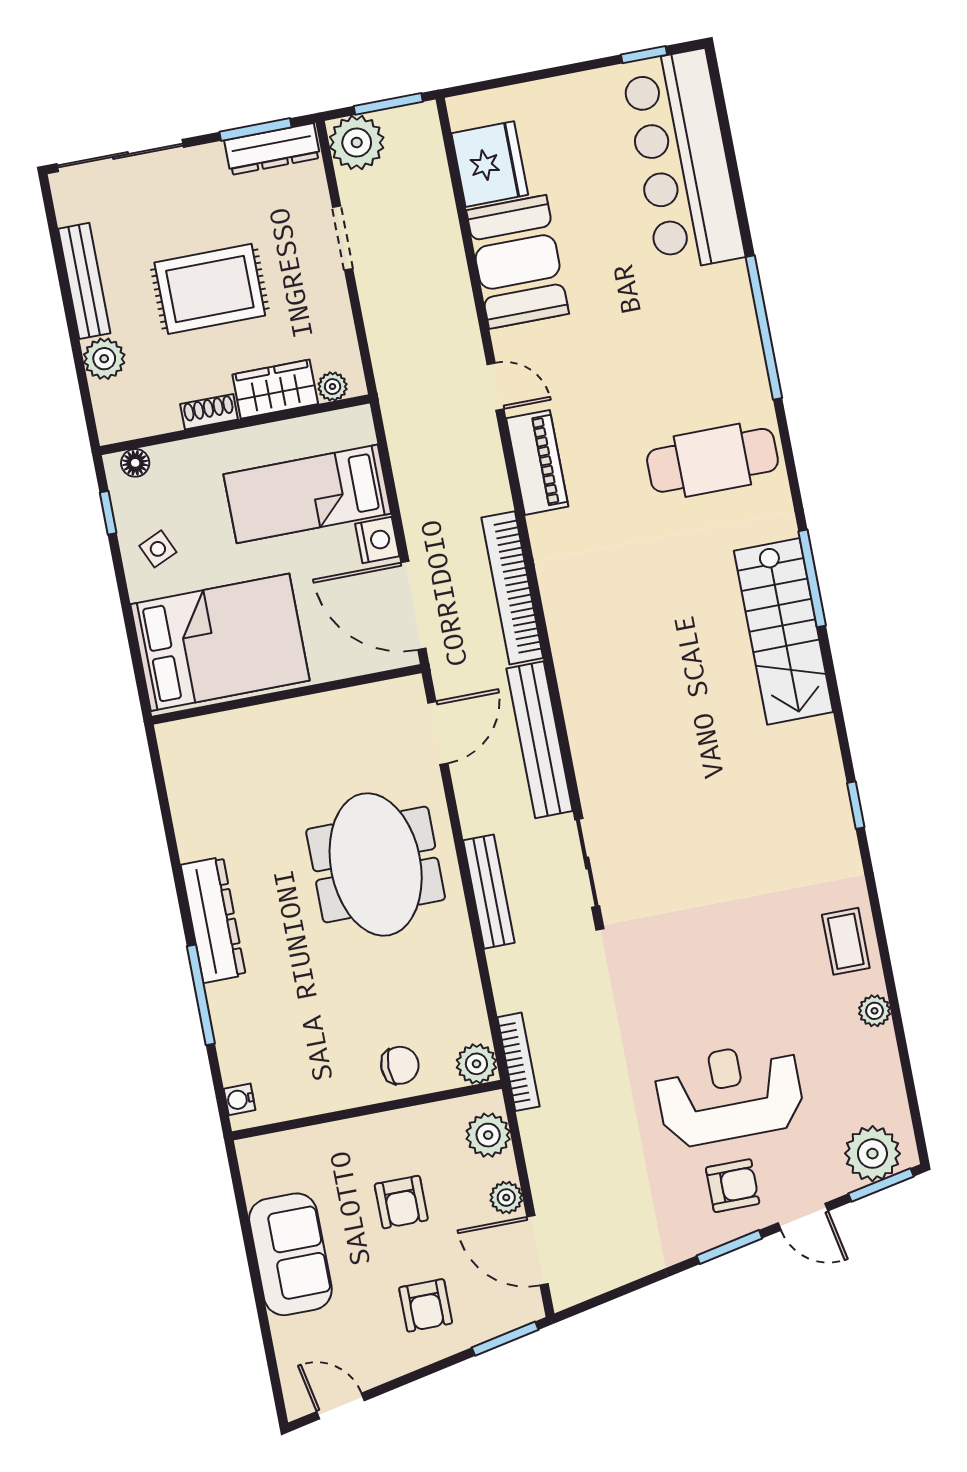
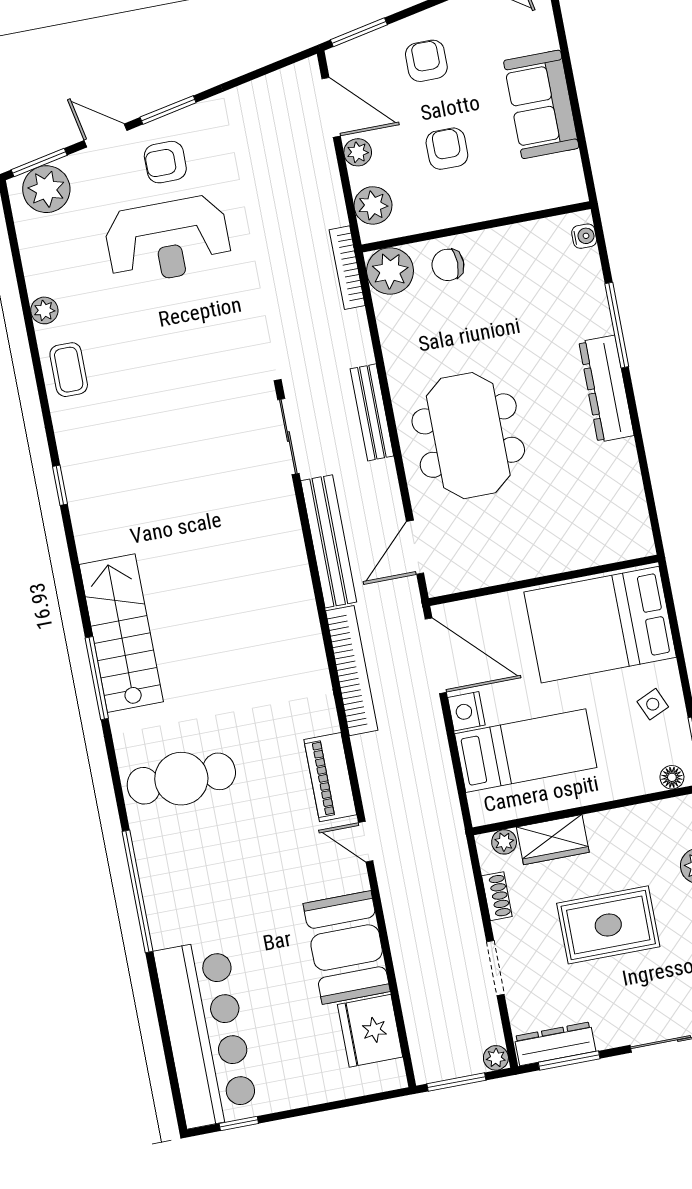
plant: (357, 142) -> (496, 1058), width x0.53, depth x0.53
shoe rack: (209, 412) -> (497, 896), moved, turned -90
plant: (476, 1064) -> (390, 271), width x1.36, depth x1.36

